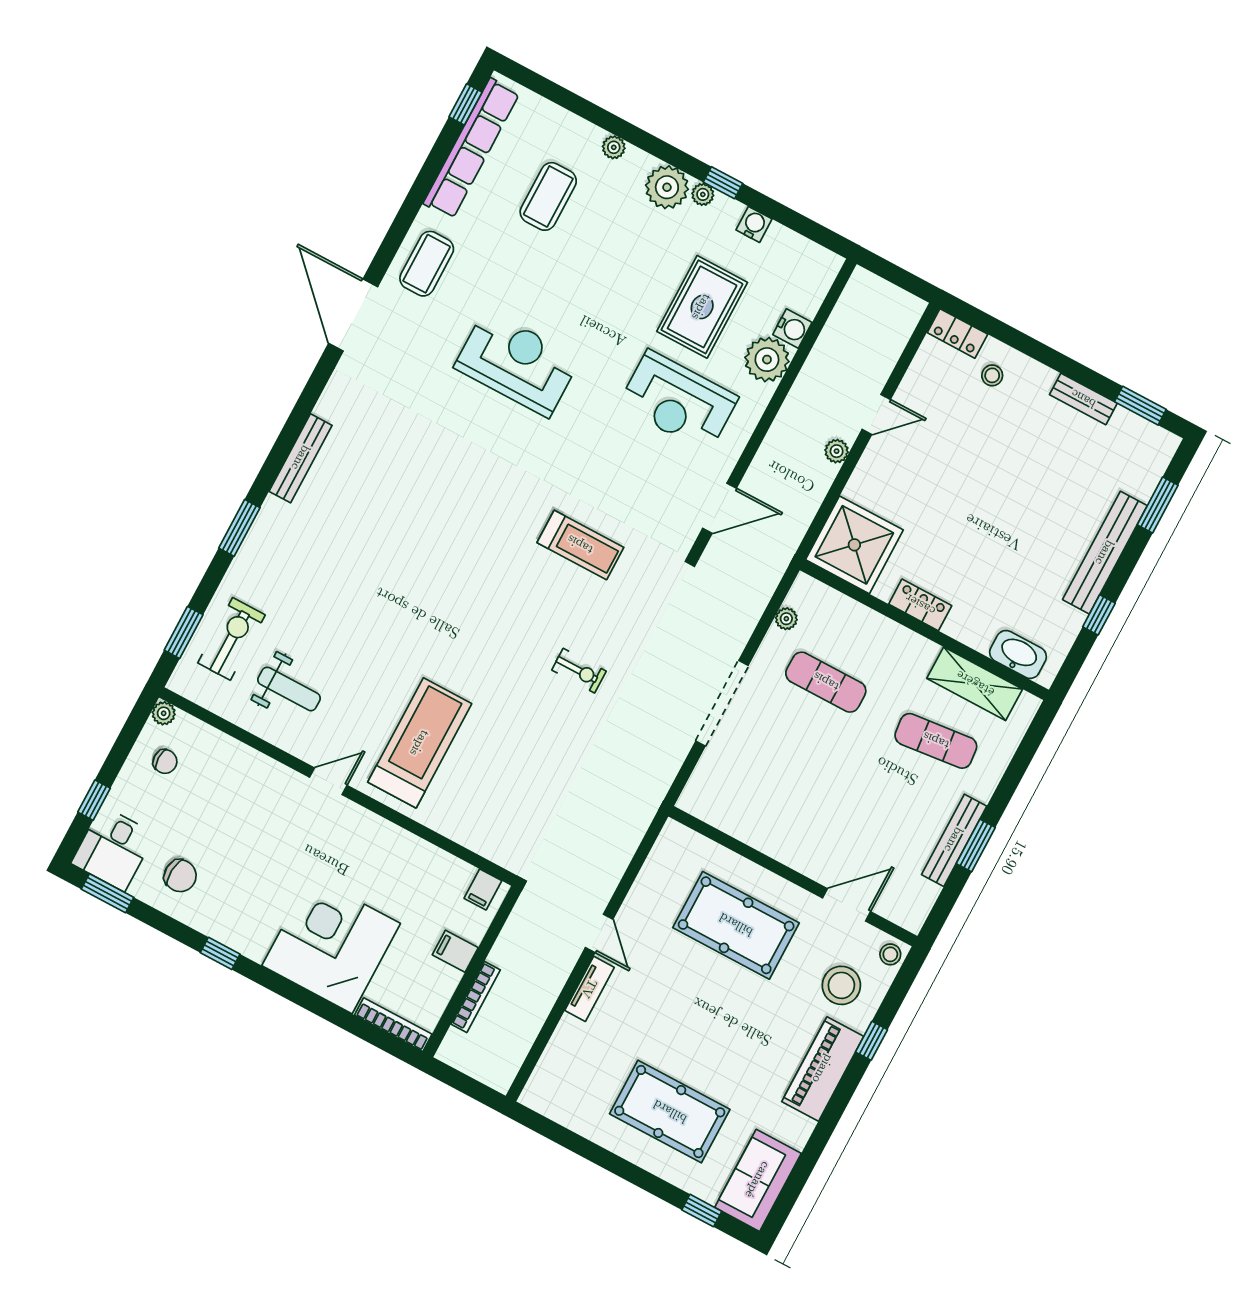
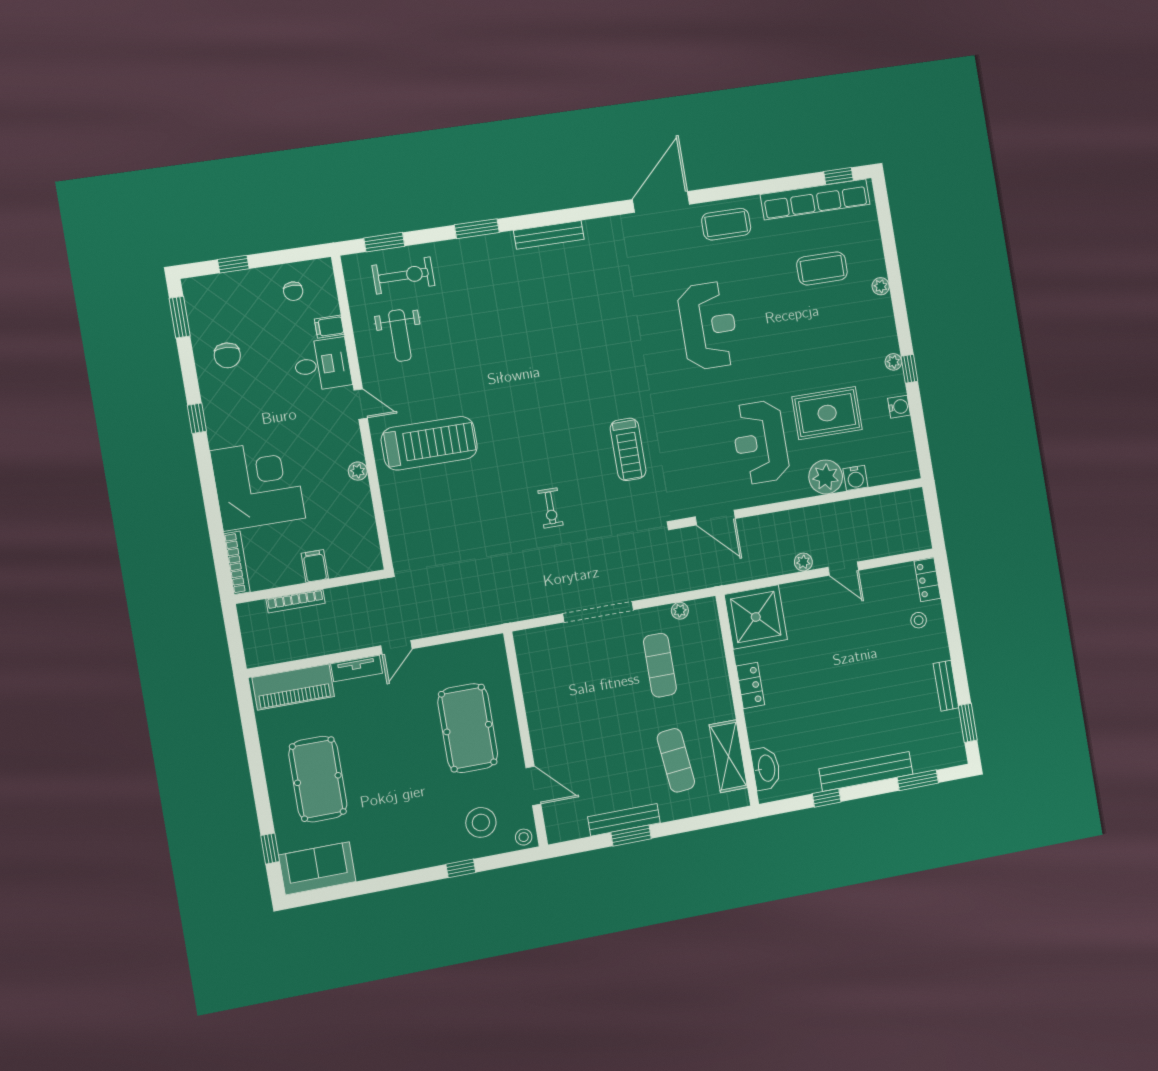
plant: (667, 187) -> (881, 337), removed
plant: (164, 713) -> (358, 471), moved
desk: (113, 849) -> (322, 364), moved, turned 180
filing cabinet: (483, 889) -> (329, 327), moved
piano: (823, 1069) -> (293, 687), moved, turned 180

